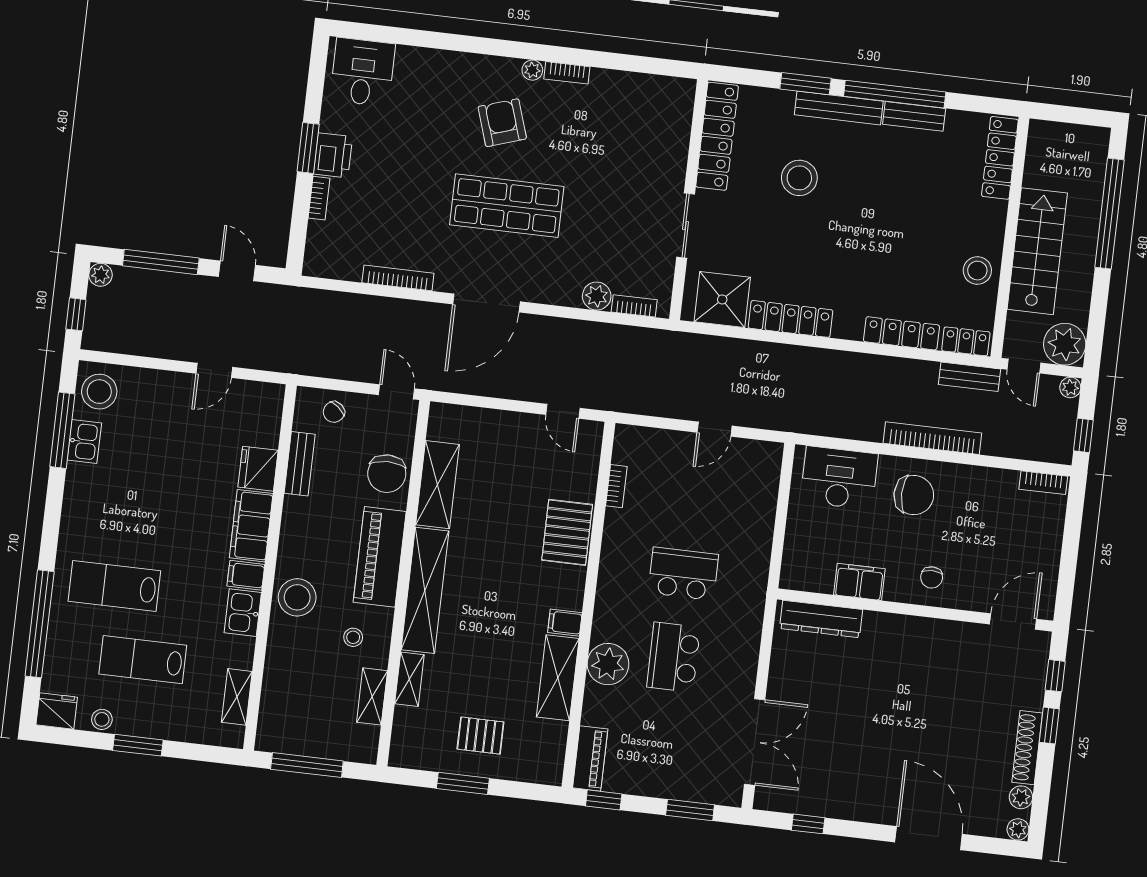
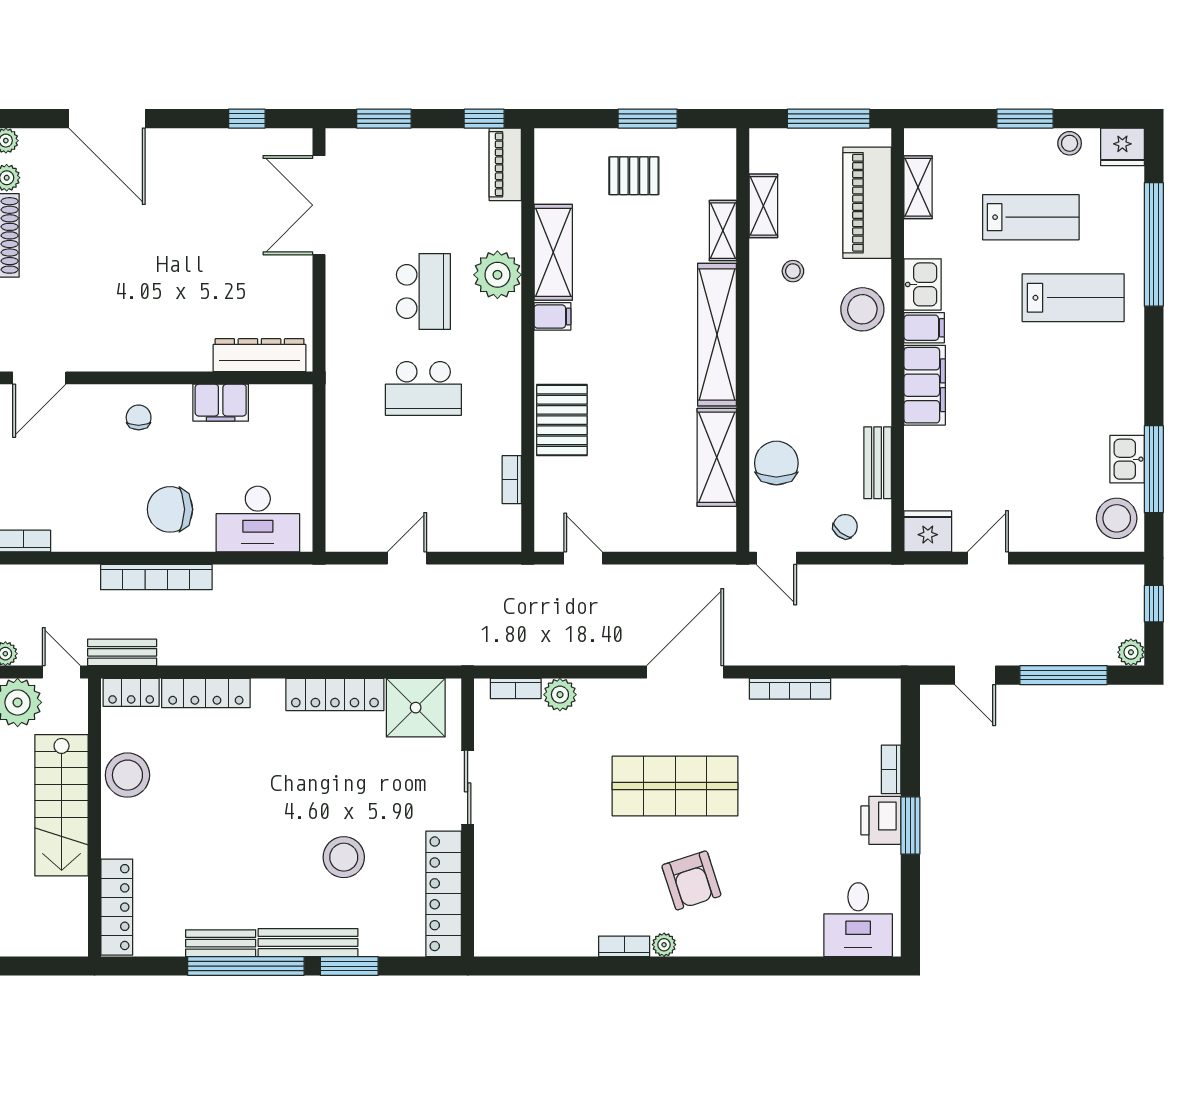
stool: (977, 271) -> (127, 775), width x1.38, depth x1.38
fridge: (258, 469) -> (928, 531), moved, turned -90
piano: (380, 557) -> (867, 203), moved, turned 180

